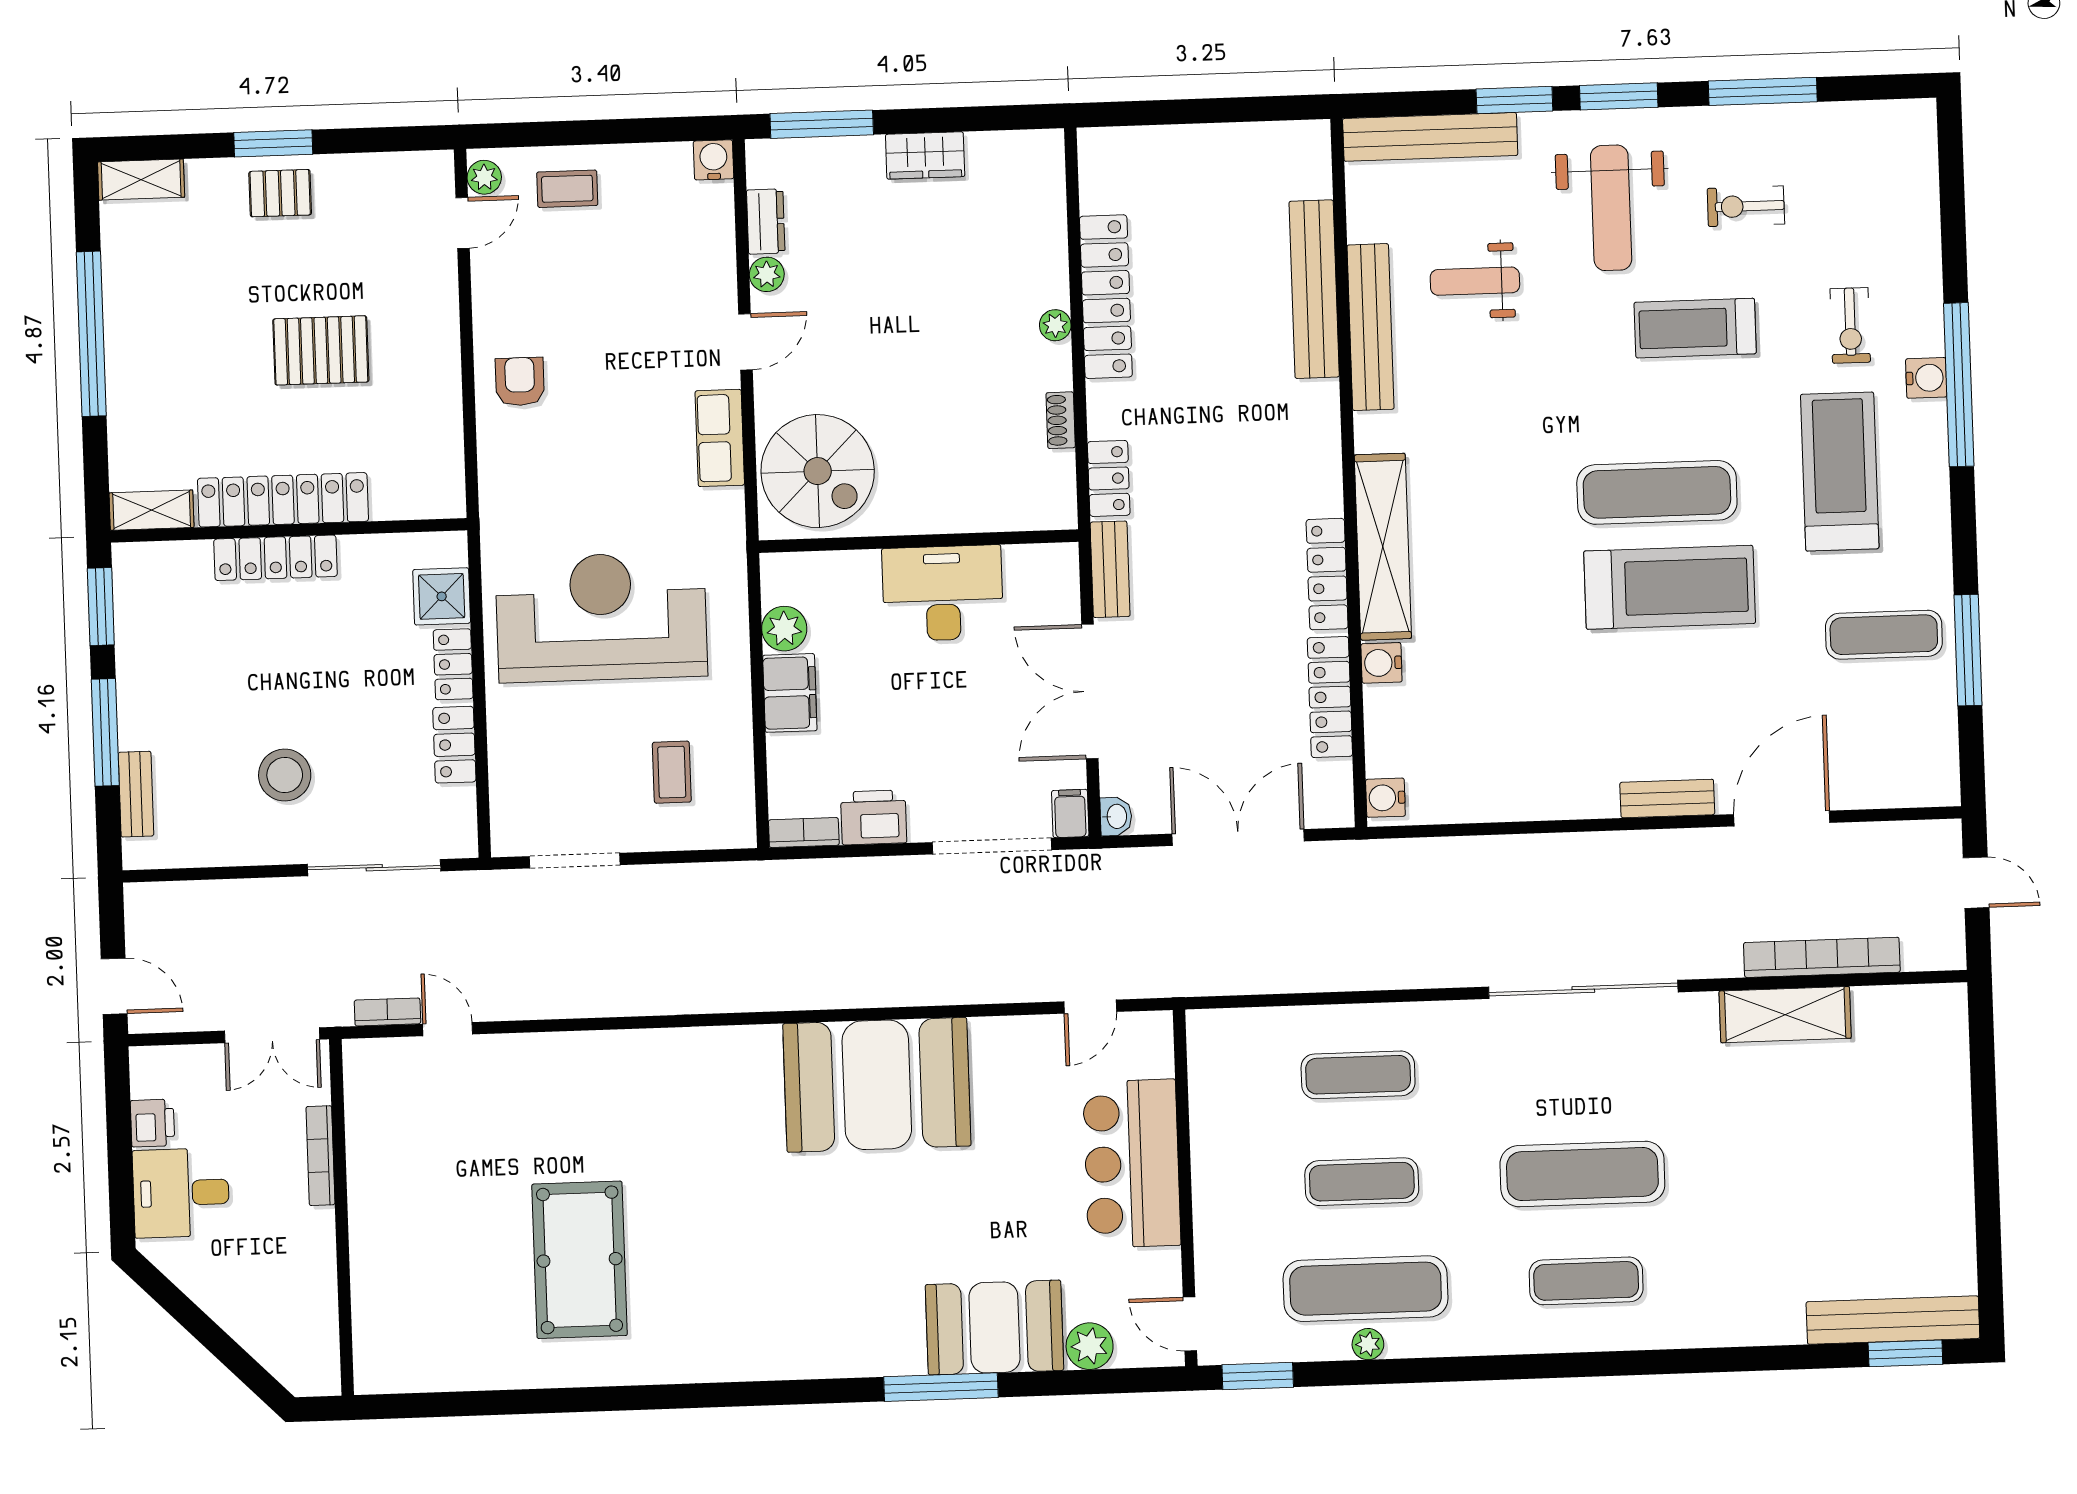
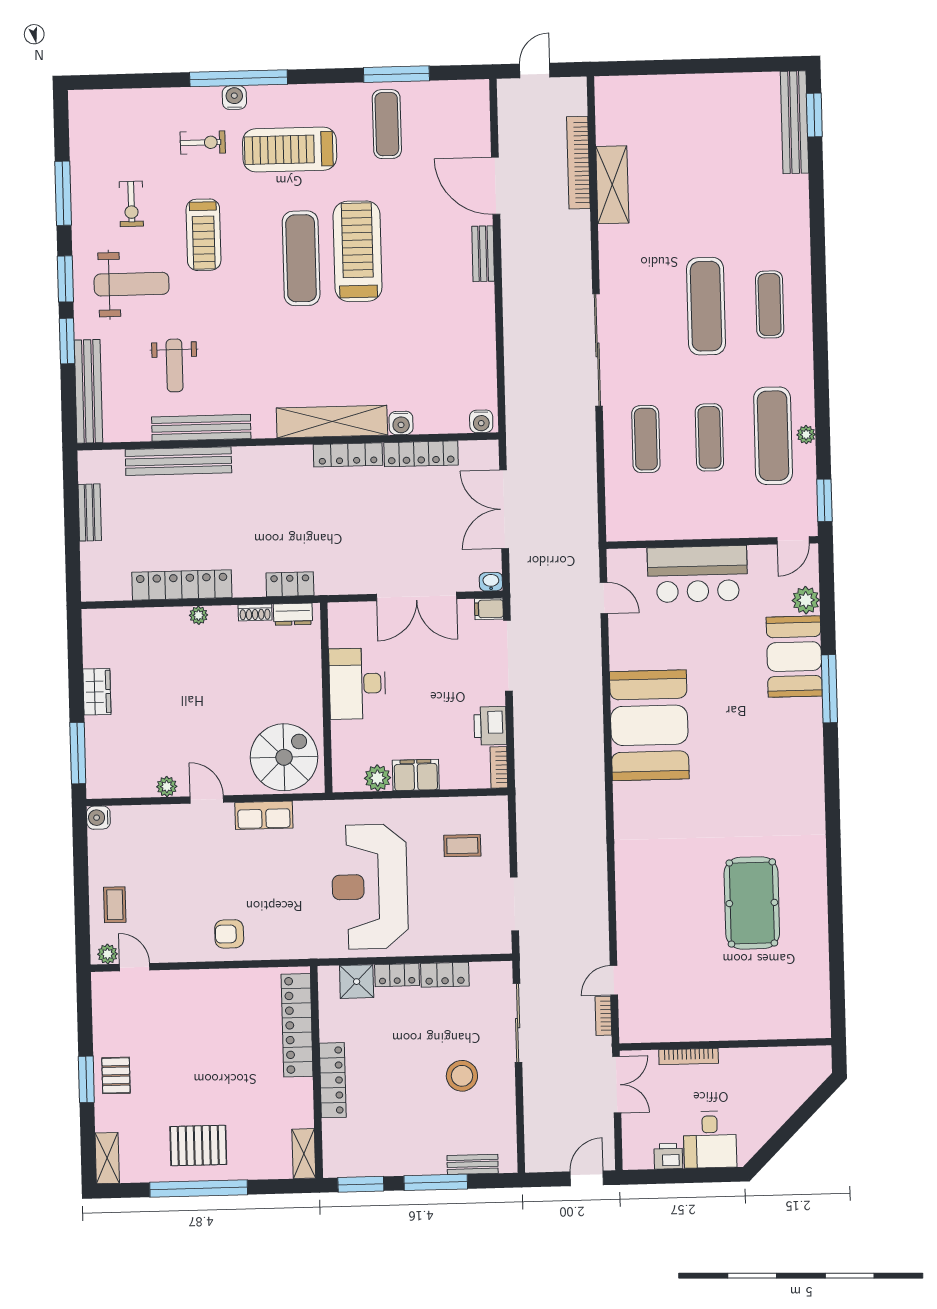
dresser: (766, 222) -> (293, 614), moved, turned 180
pallet: (321, 350) -> (198, 1145), moved, turned 90
locker: (283, 500) -> (297, 1025), moved
bench: (1110, 569) -> (90, 512), moved, turned 90
sliding door: (1583, 989) -> (597, 350), moved
pool table: (580, 1260) -> (752, 903), turned 90

